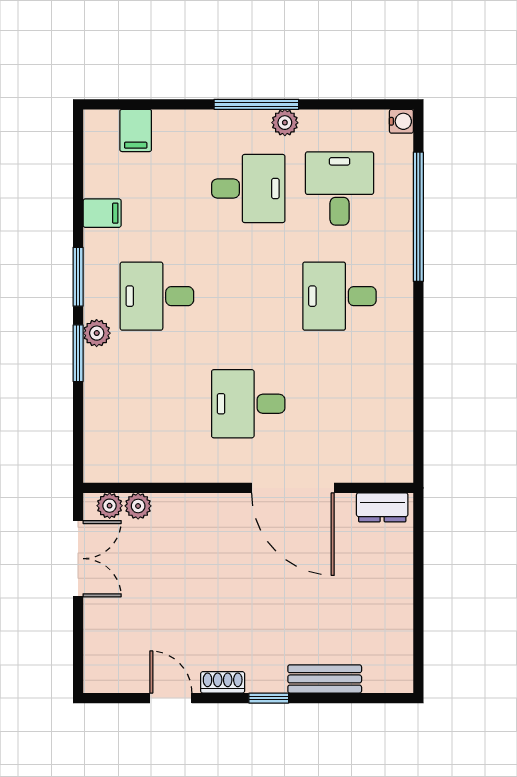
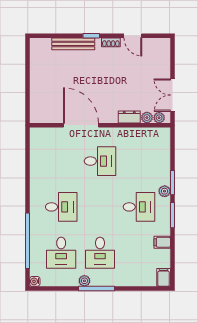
filing cabinet: (136, 130) -> (164, 277), moved
desk: (248, 188) -> (100, 253), turned -90
dresser: (382, 507) -> (129, 117), moved
bench: (325, 679) -> (73, 44), width x1.36

